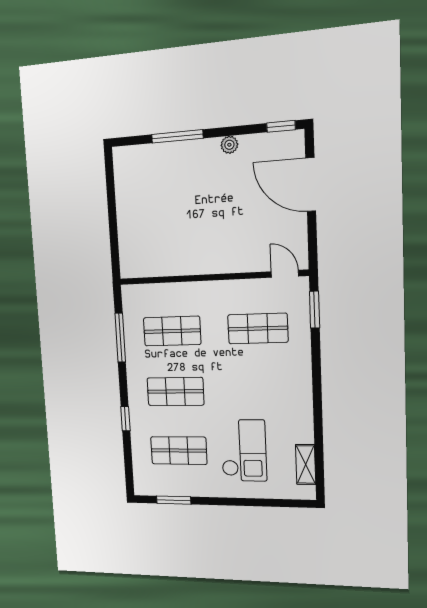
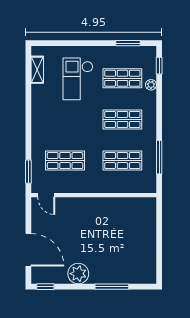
plant: (229, 145) -> (78, 274), width x1.87, depth x1.87
window: (125, 419) -> (159, 66), moved
plant: (138, 441) -> (151, 85), added

